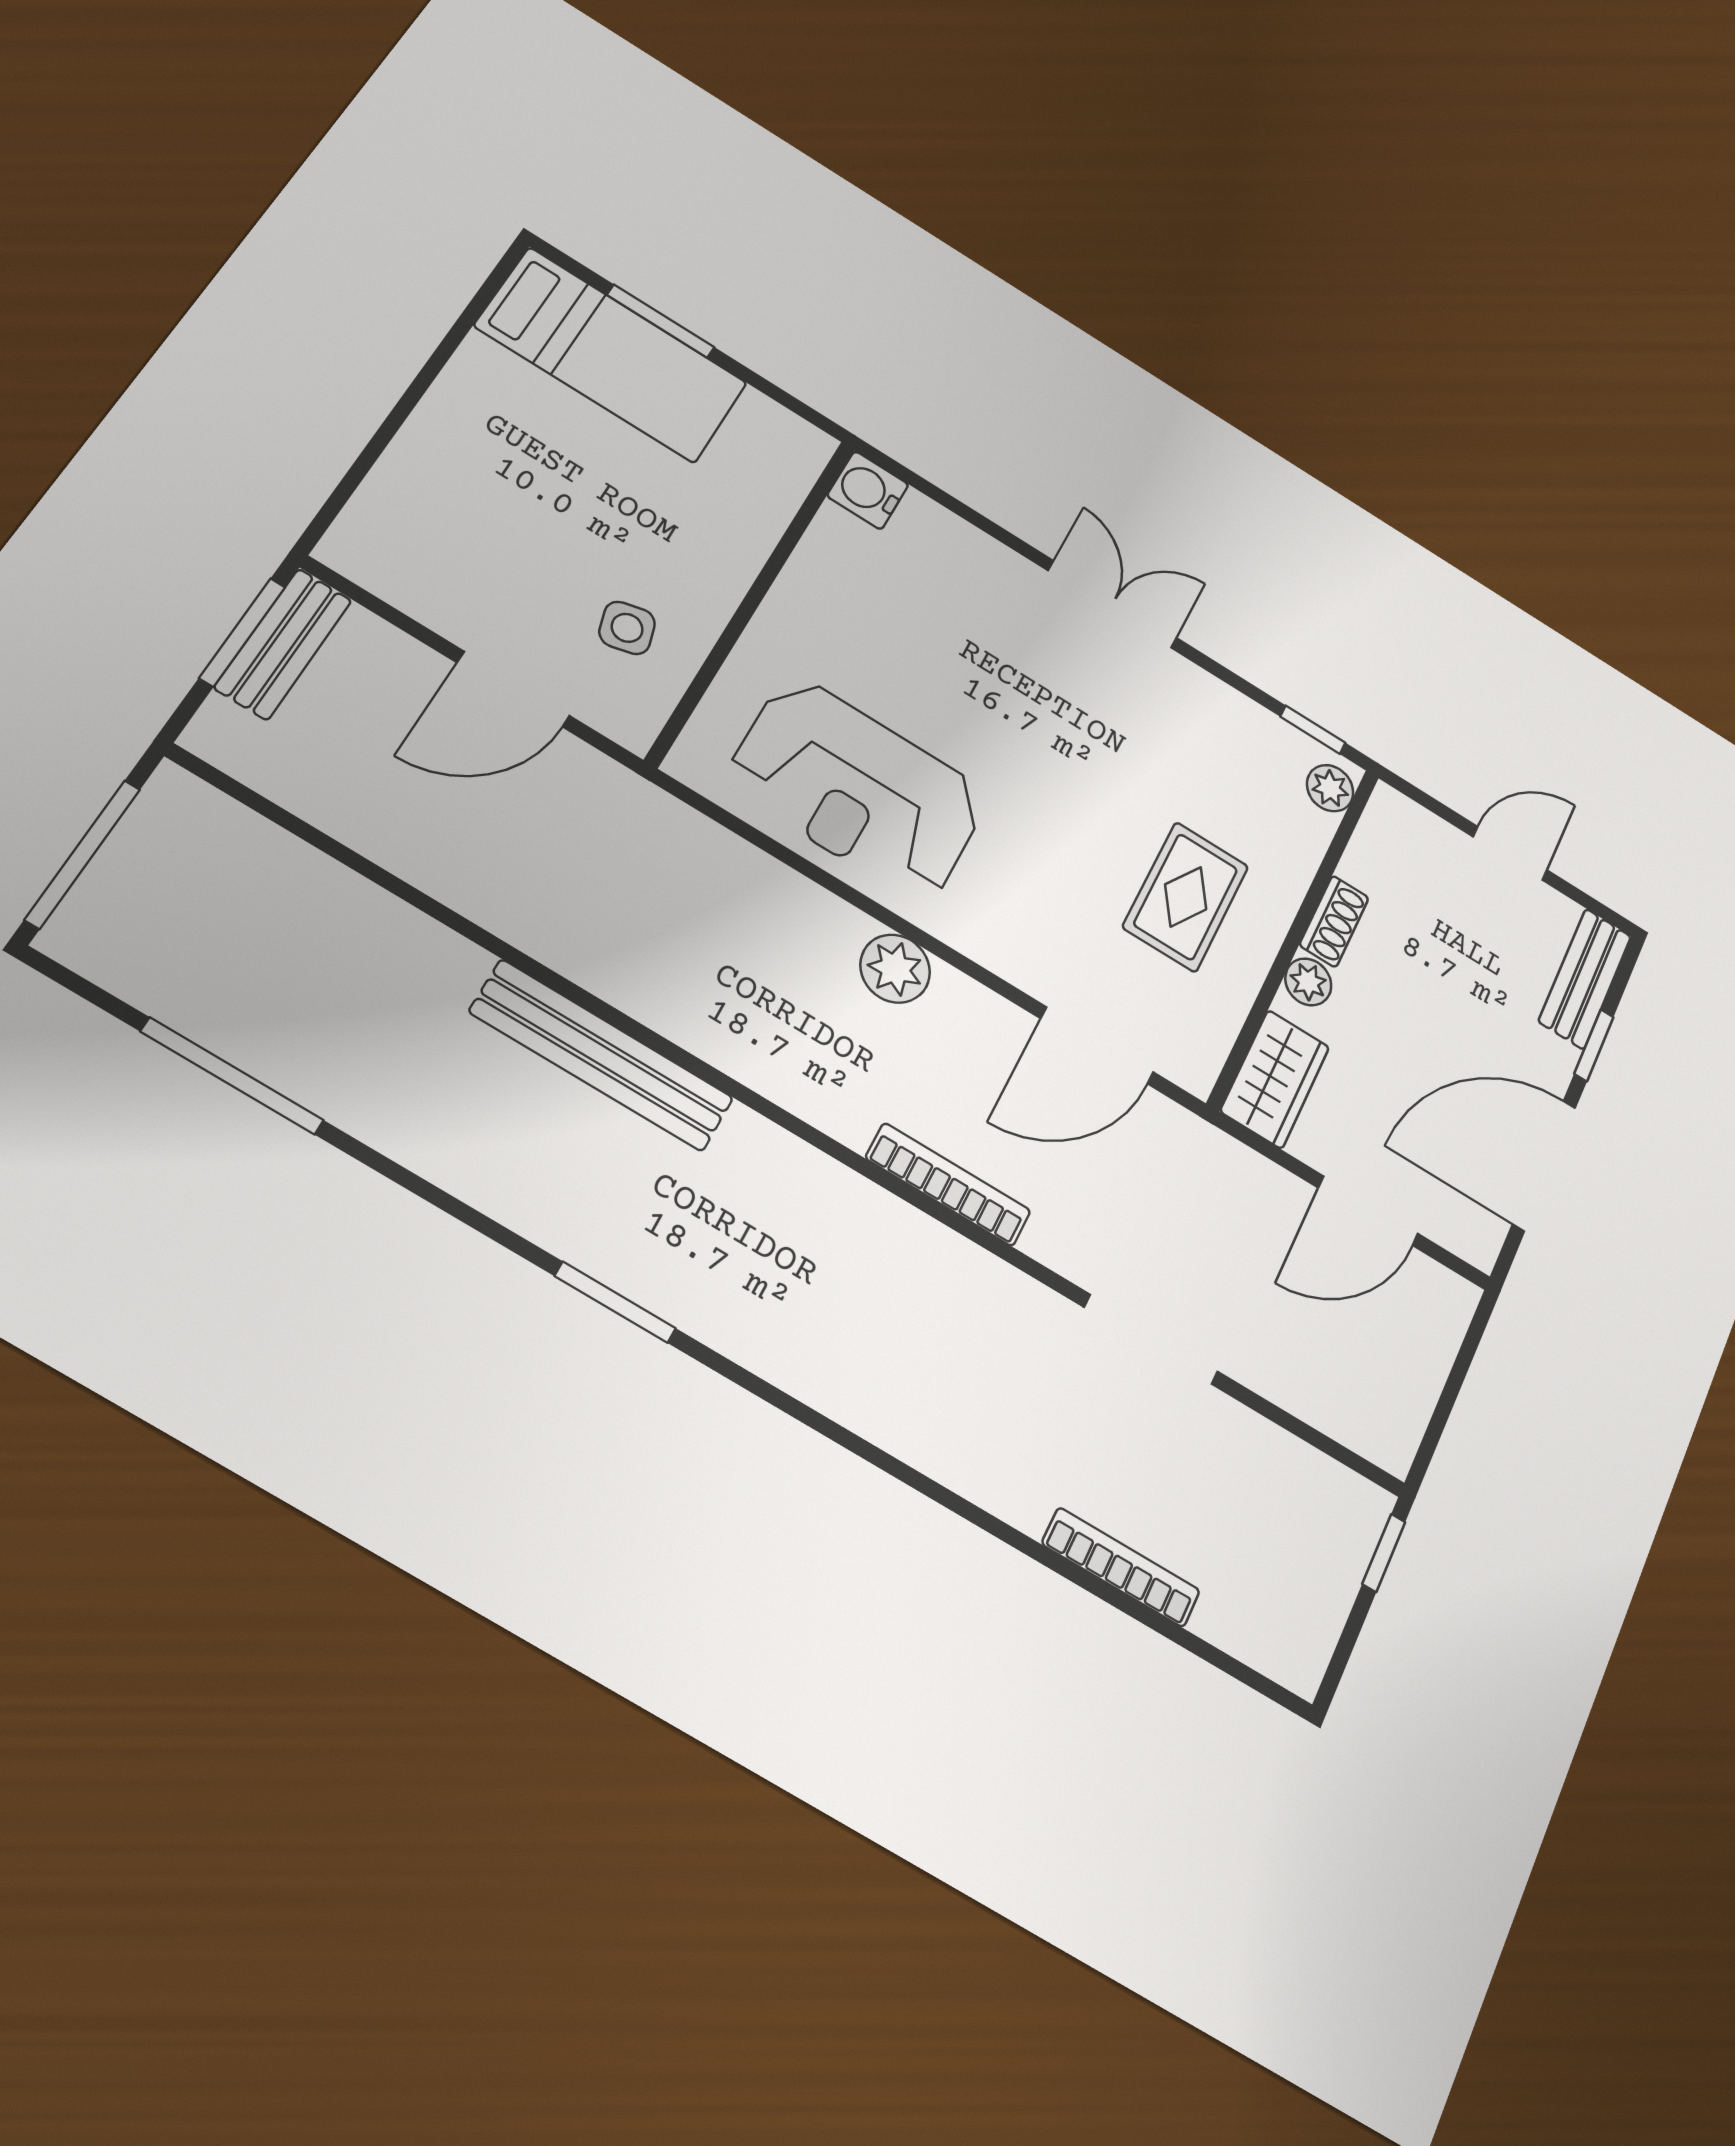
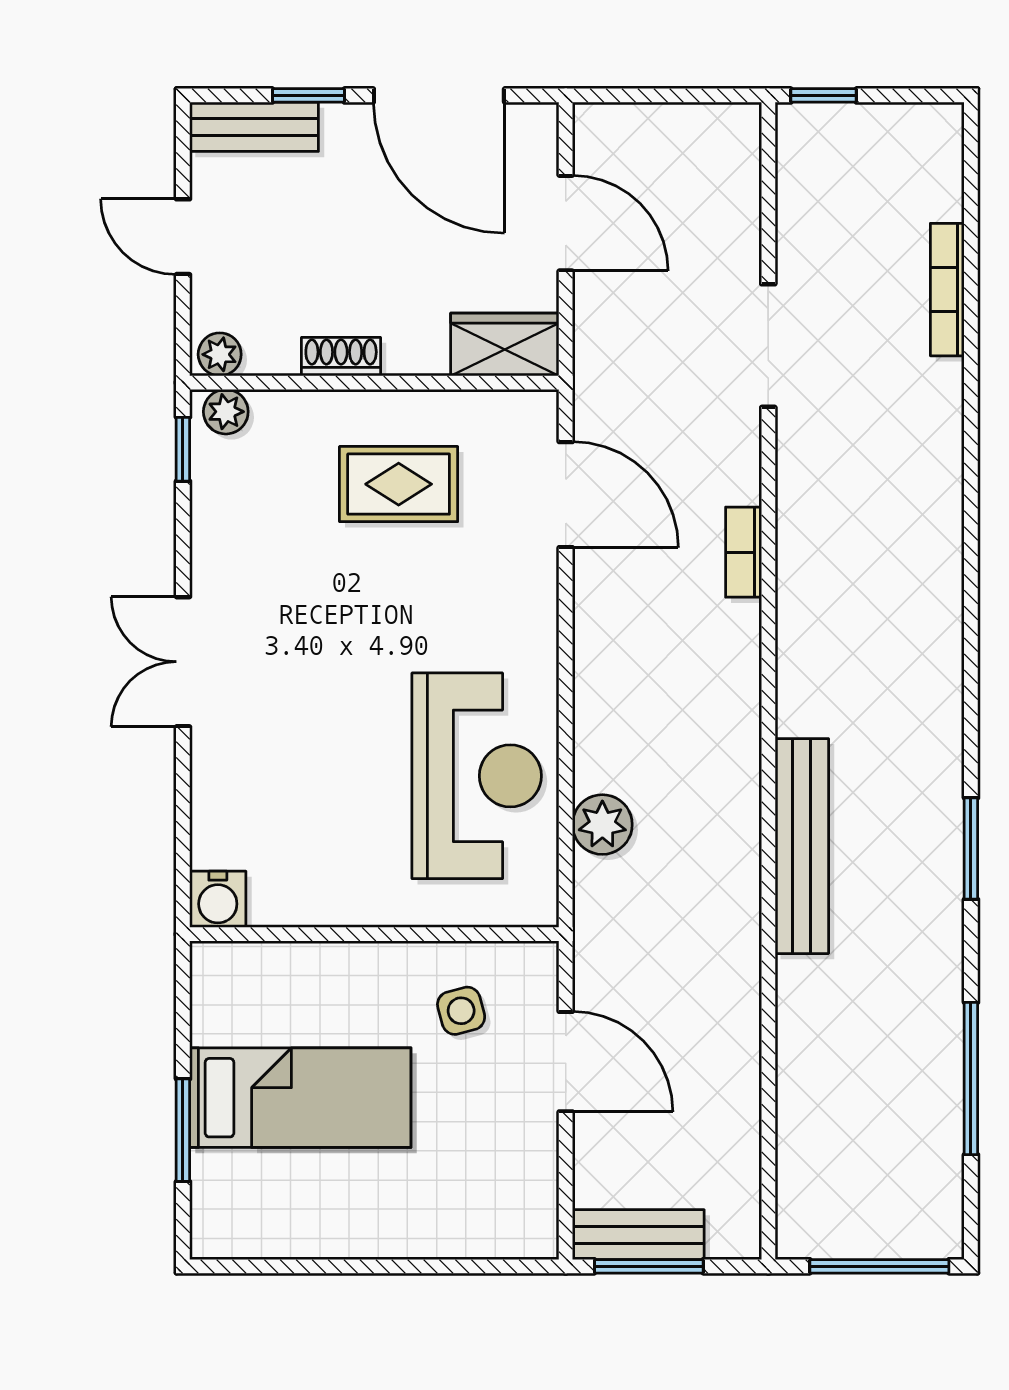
bed: (611, 355) -> (300, 1098), moved, turned 90
plant: (895, 969) -> (602, 825), moved
plant: (1308, 982) -> (220, 354), moved
bookcase: (948, 1184) -> (744, 552), width x0.64
window: (615, 1302) -> (971, 849), moved

